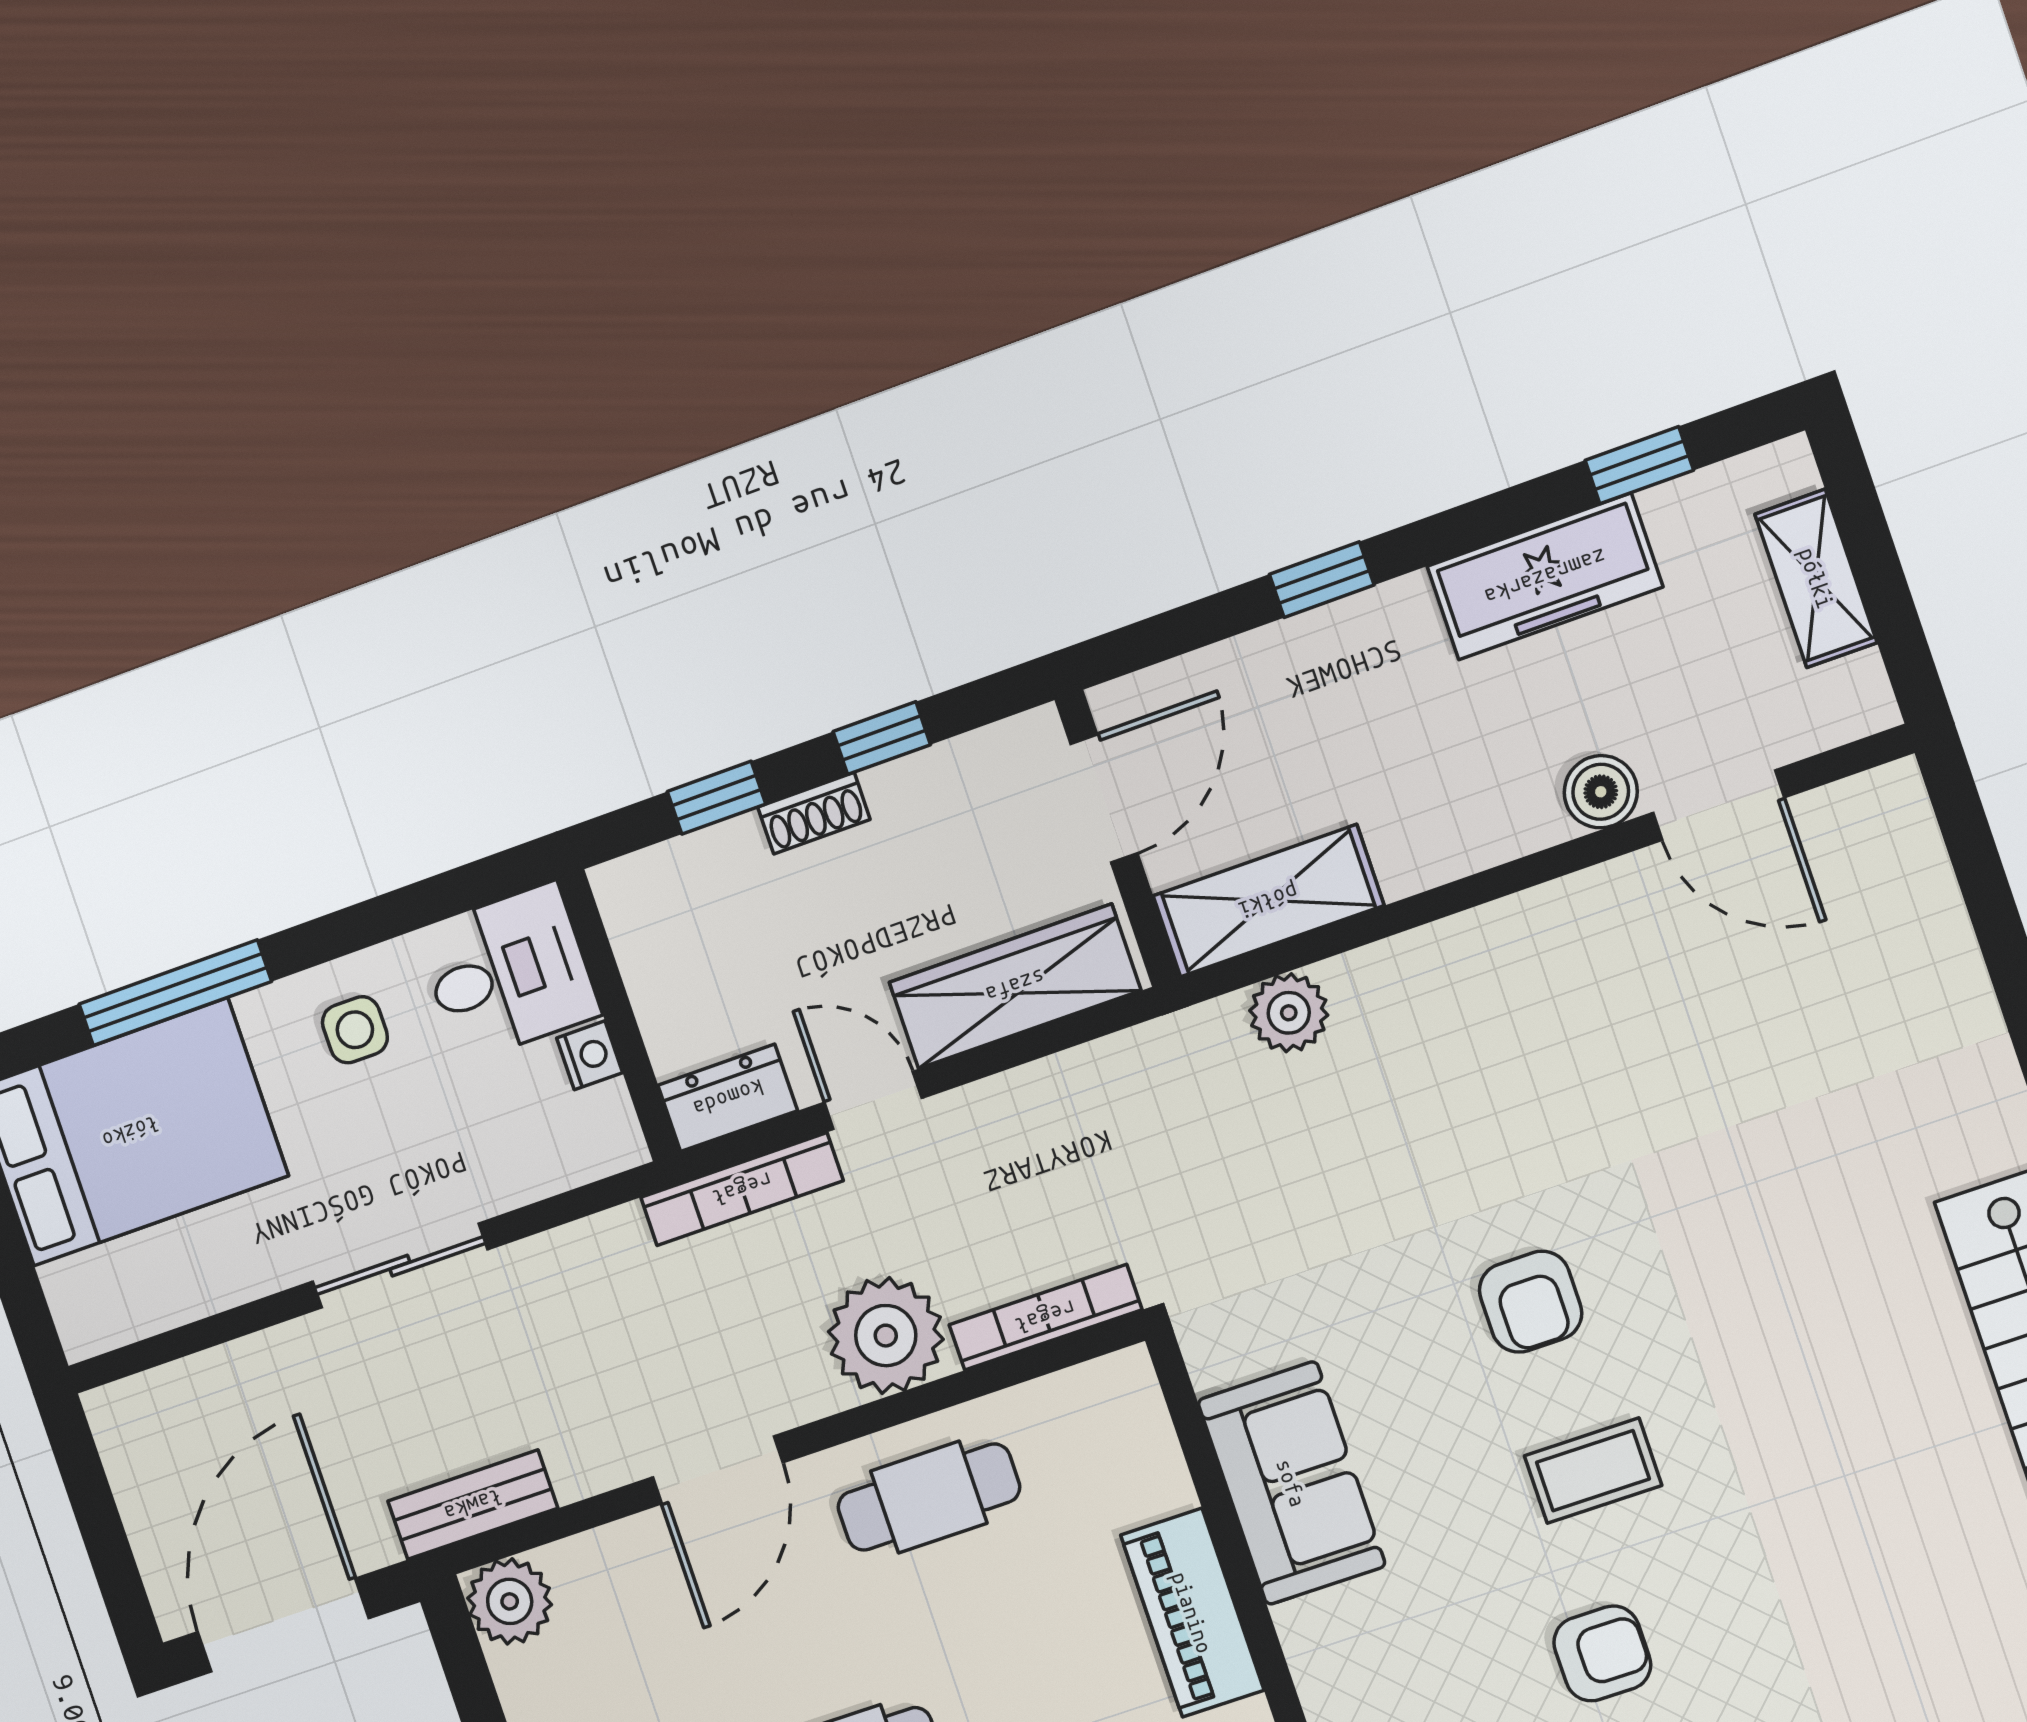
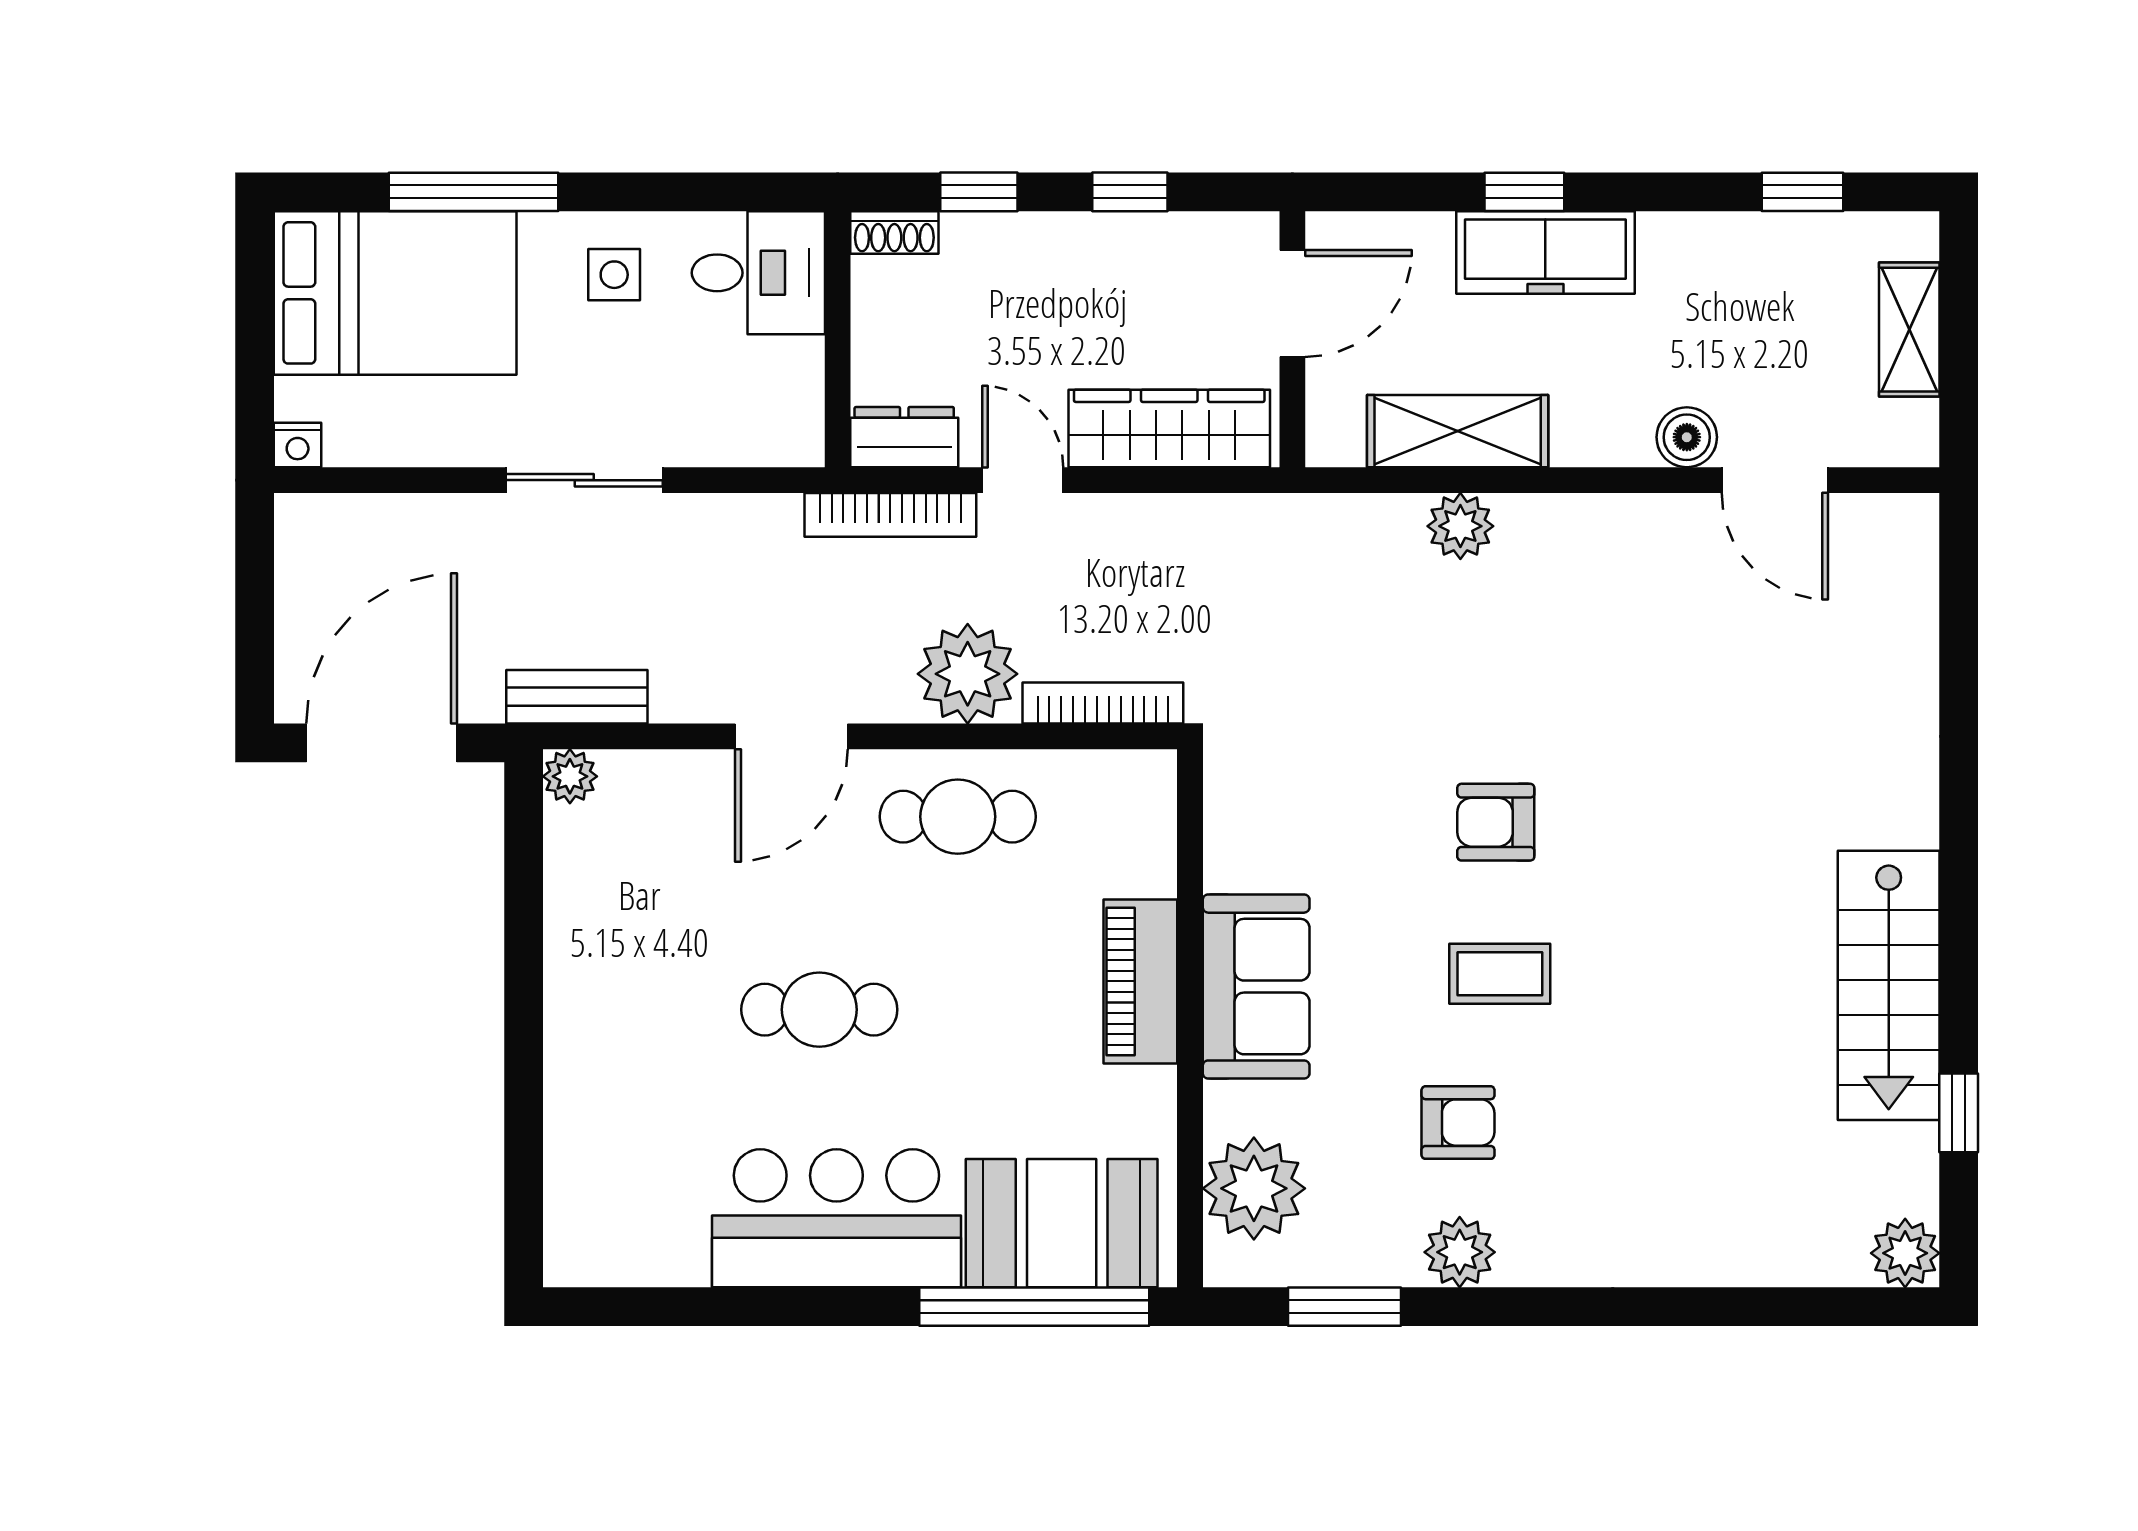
freezer: (1545, 577) -> (1545, 252), moved
shoe rack: (814, 813) -> (894, 232), moved
shelving: (1268, 901) -> (1458, 431), moved
plant: (1289, 1013) -> (1460, 526), moved
nightstand: (590, 1055) -> (298, 445), moved, turned 90
armchair: (1531, 1302) -> (1496, 822), turned 90
sofa: (1291, 1483) -> (1256, 987), moved
plant: (510, 1601) -> (570, 776), width x0.73, depth x0.73

